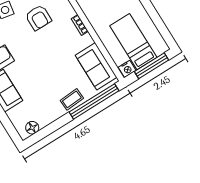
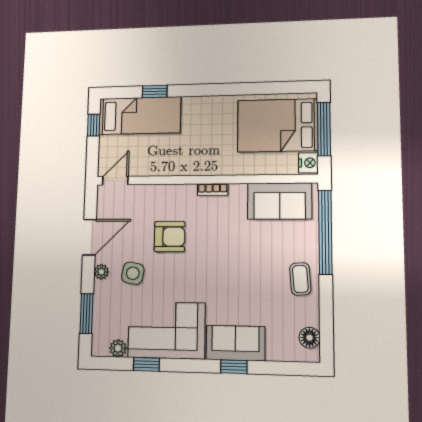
bed: (133, 42) -> (277, 125), width x1.50
coffee table: (72, 99) -> (300, 279), moved

